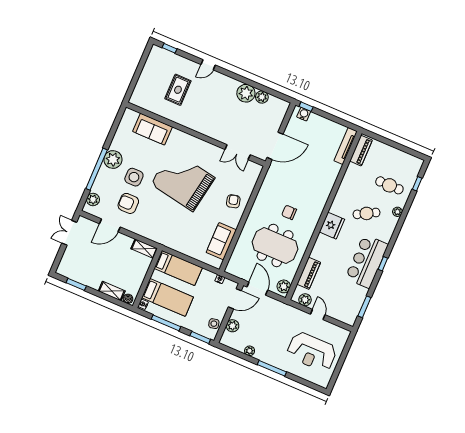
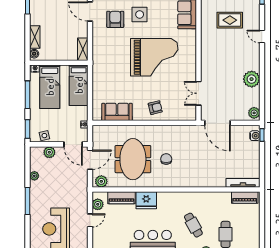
plant: (262, 97) -> (254, 113), moved
grand piano: (183, 181) -> (154, 57), turned 80
fridge: (332, 226) -> (146, 200), moved

